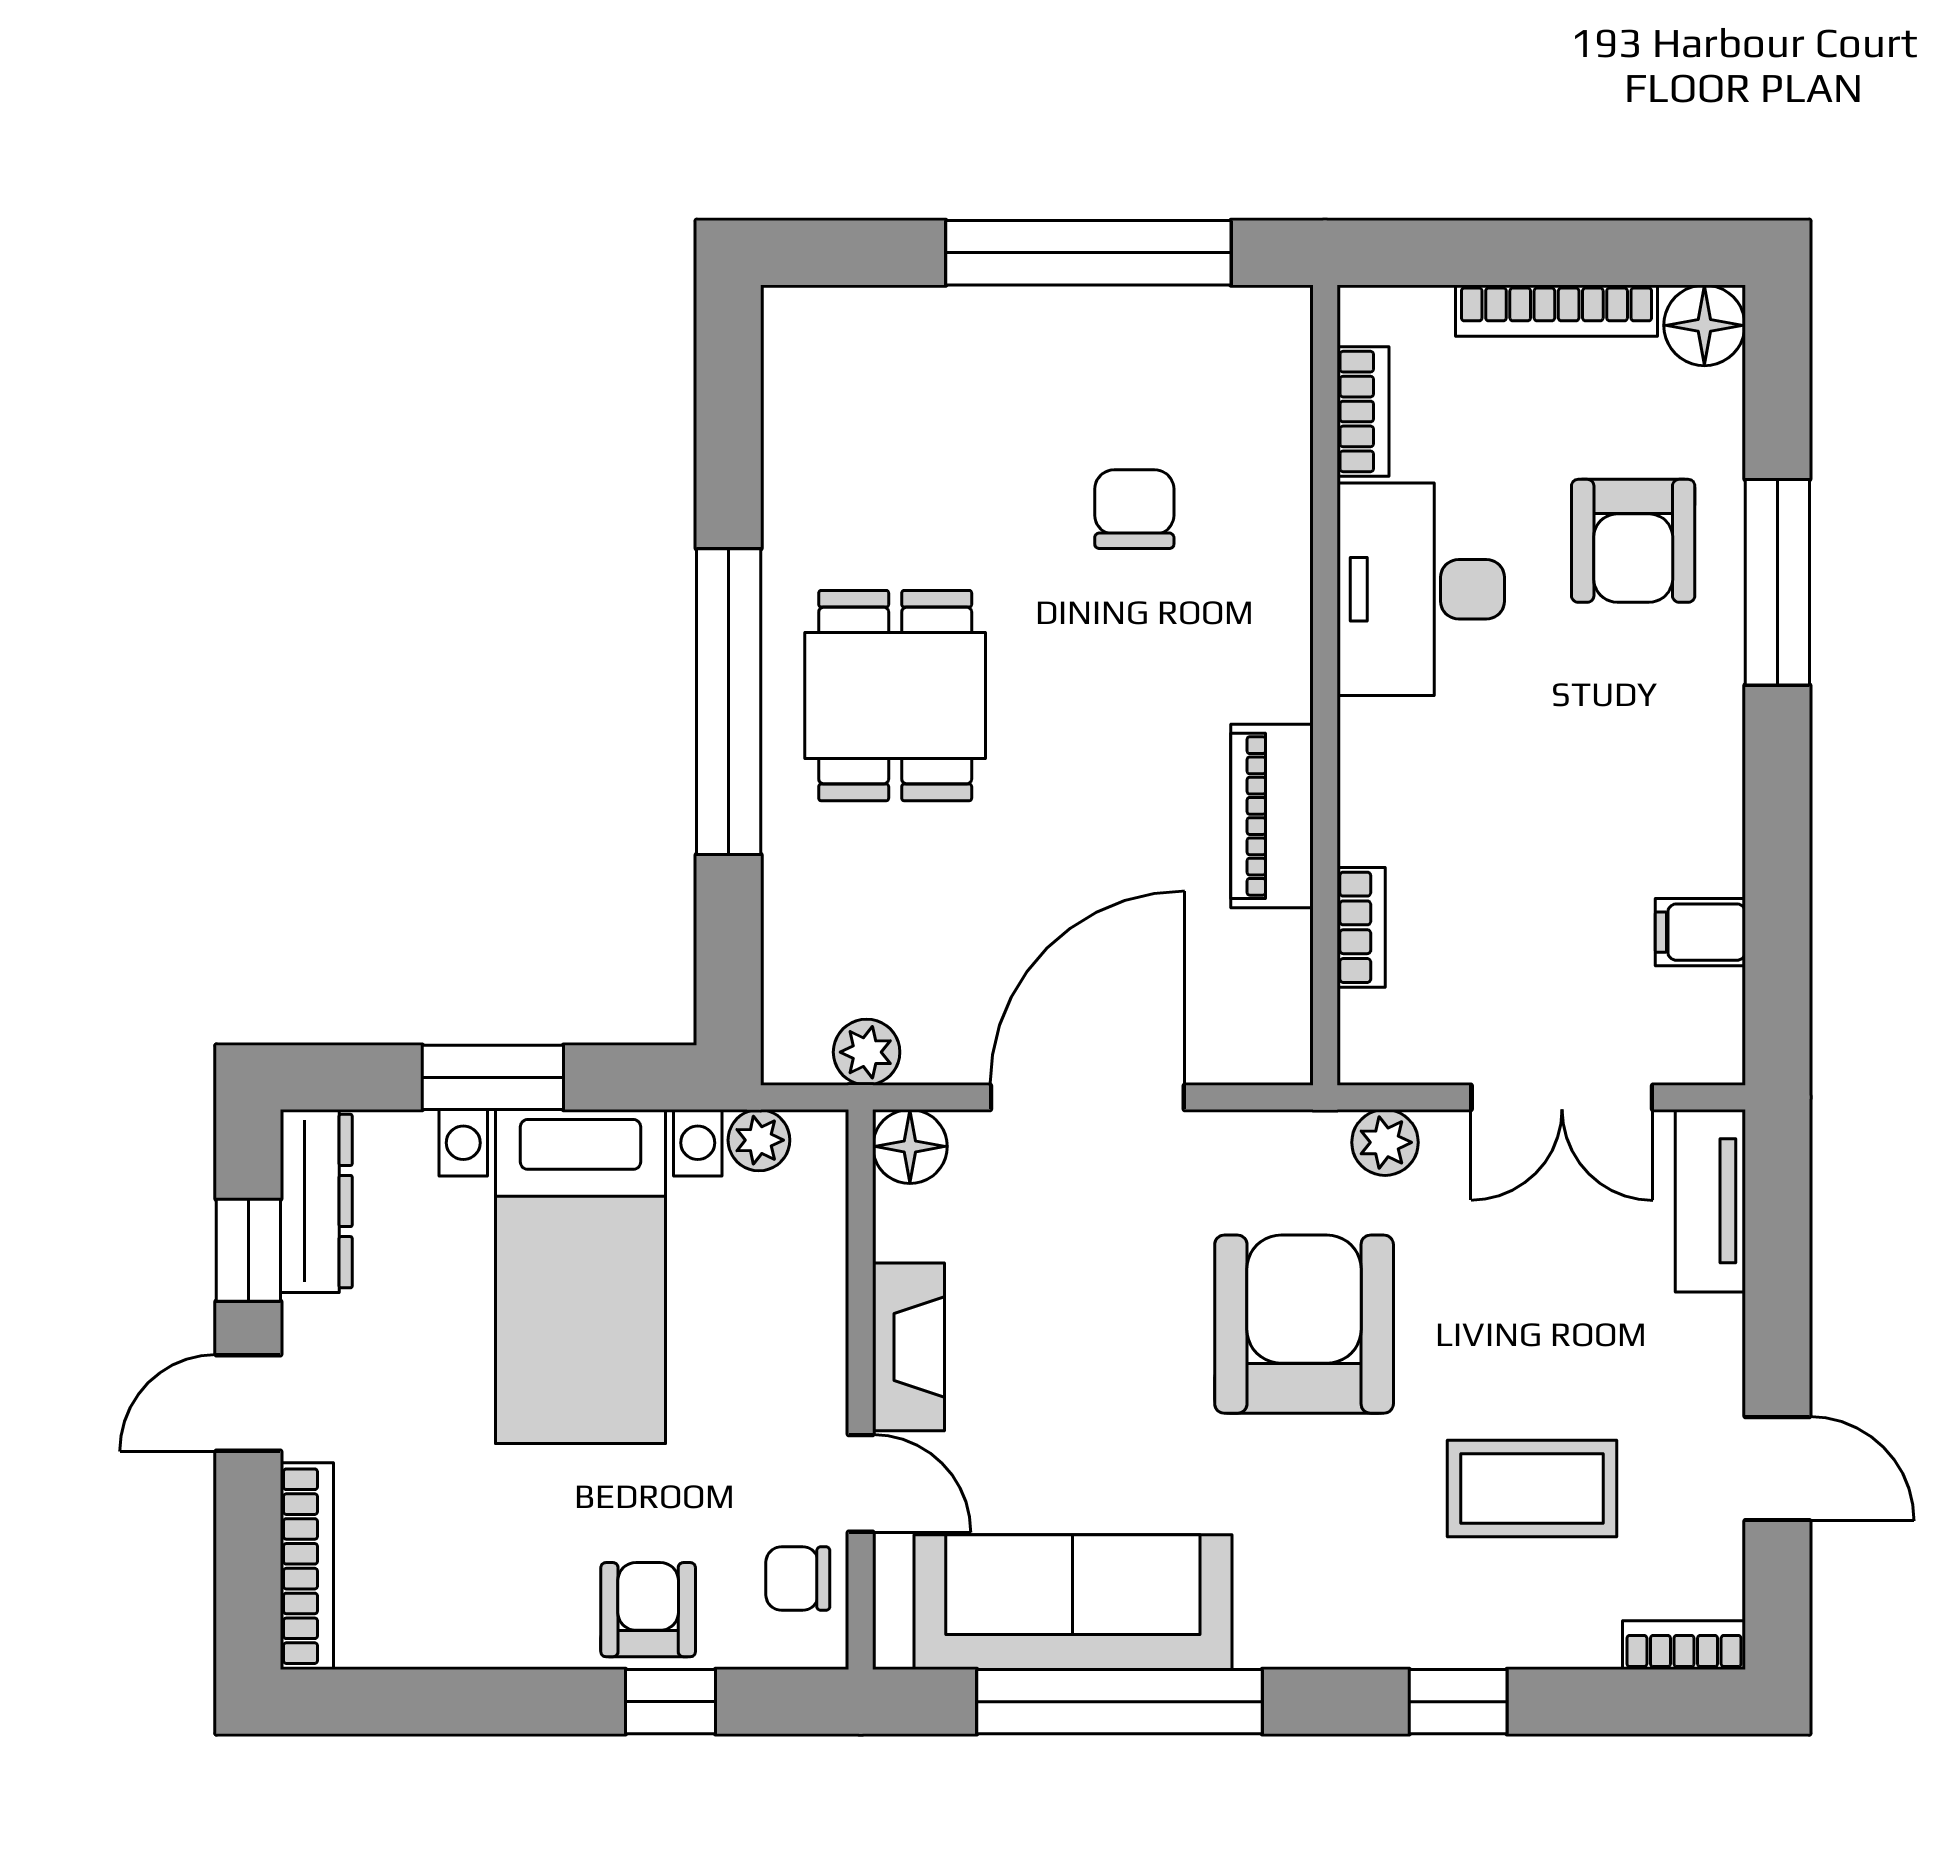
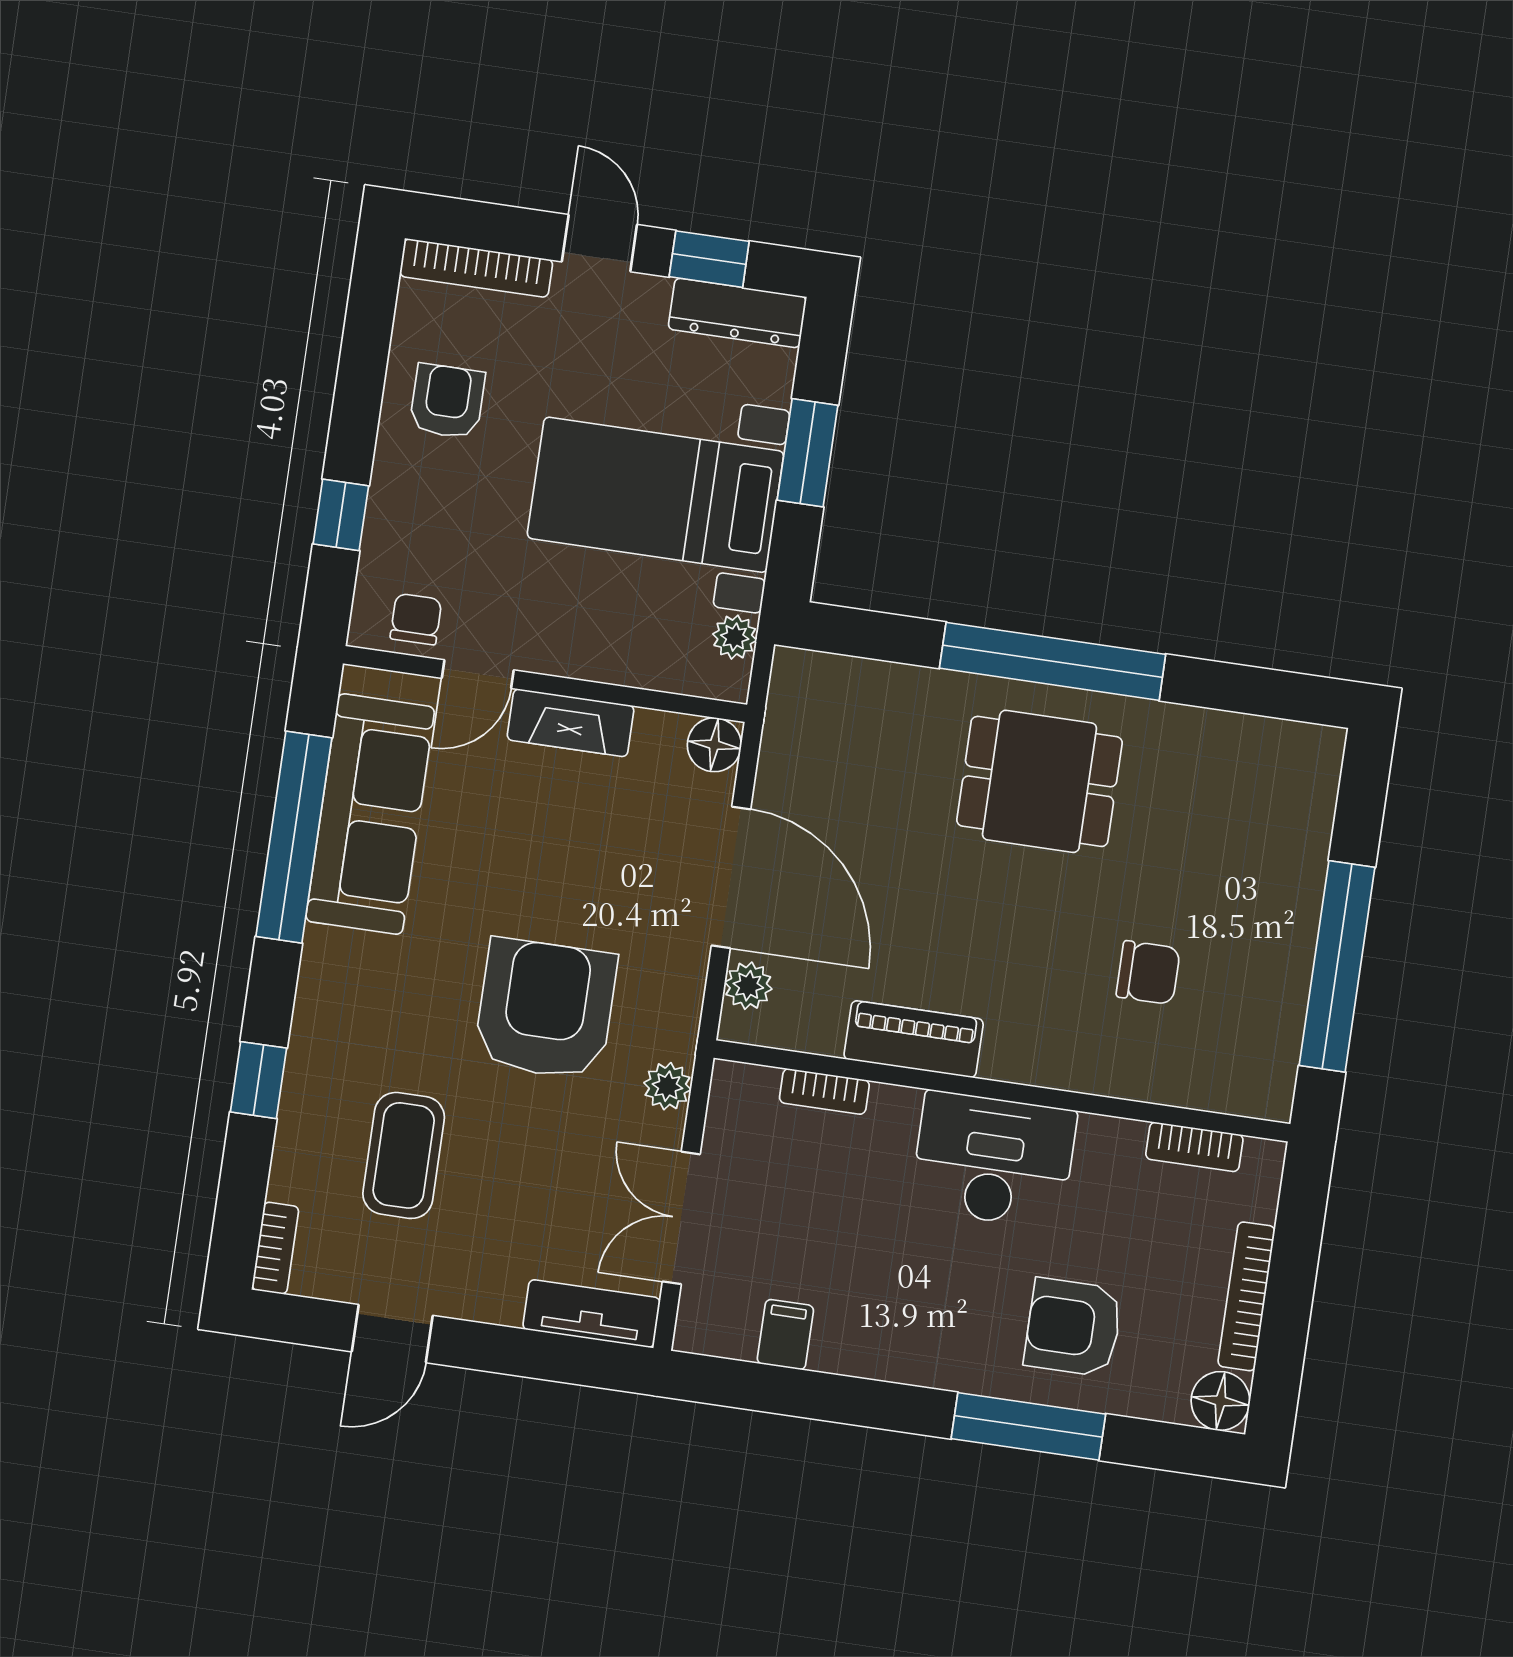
desk: (1421, 589) -> (993, 1160), moved
plant: (867, 1052) -> (748, 986), moved
armchair: (1304, 1324) -> (546, 1009), turned -90
armchair: (648, 1610) -> (447, 401), moved, turned -90

